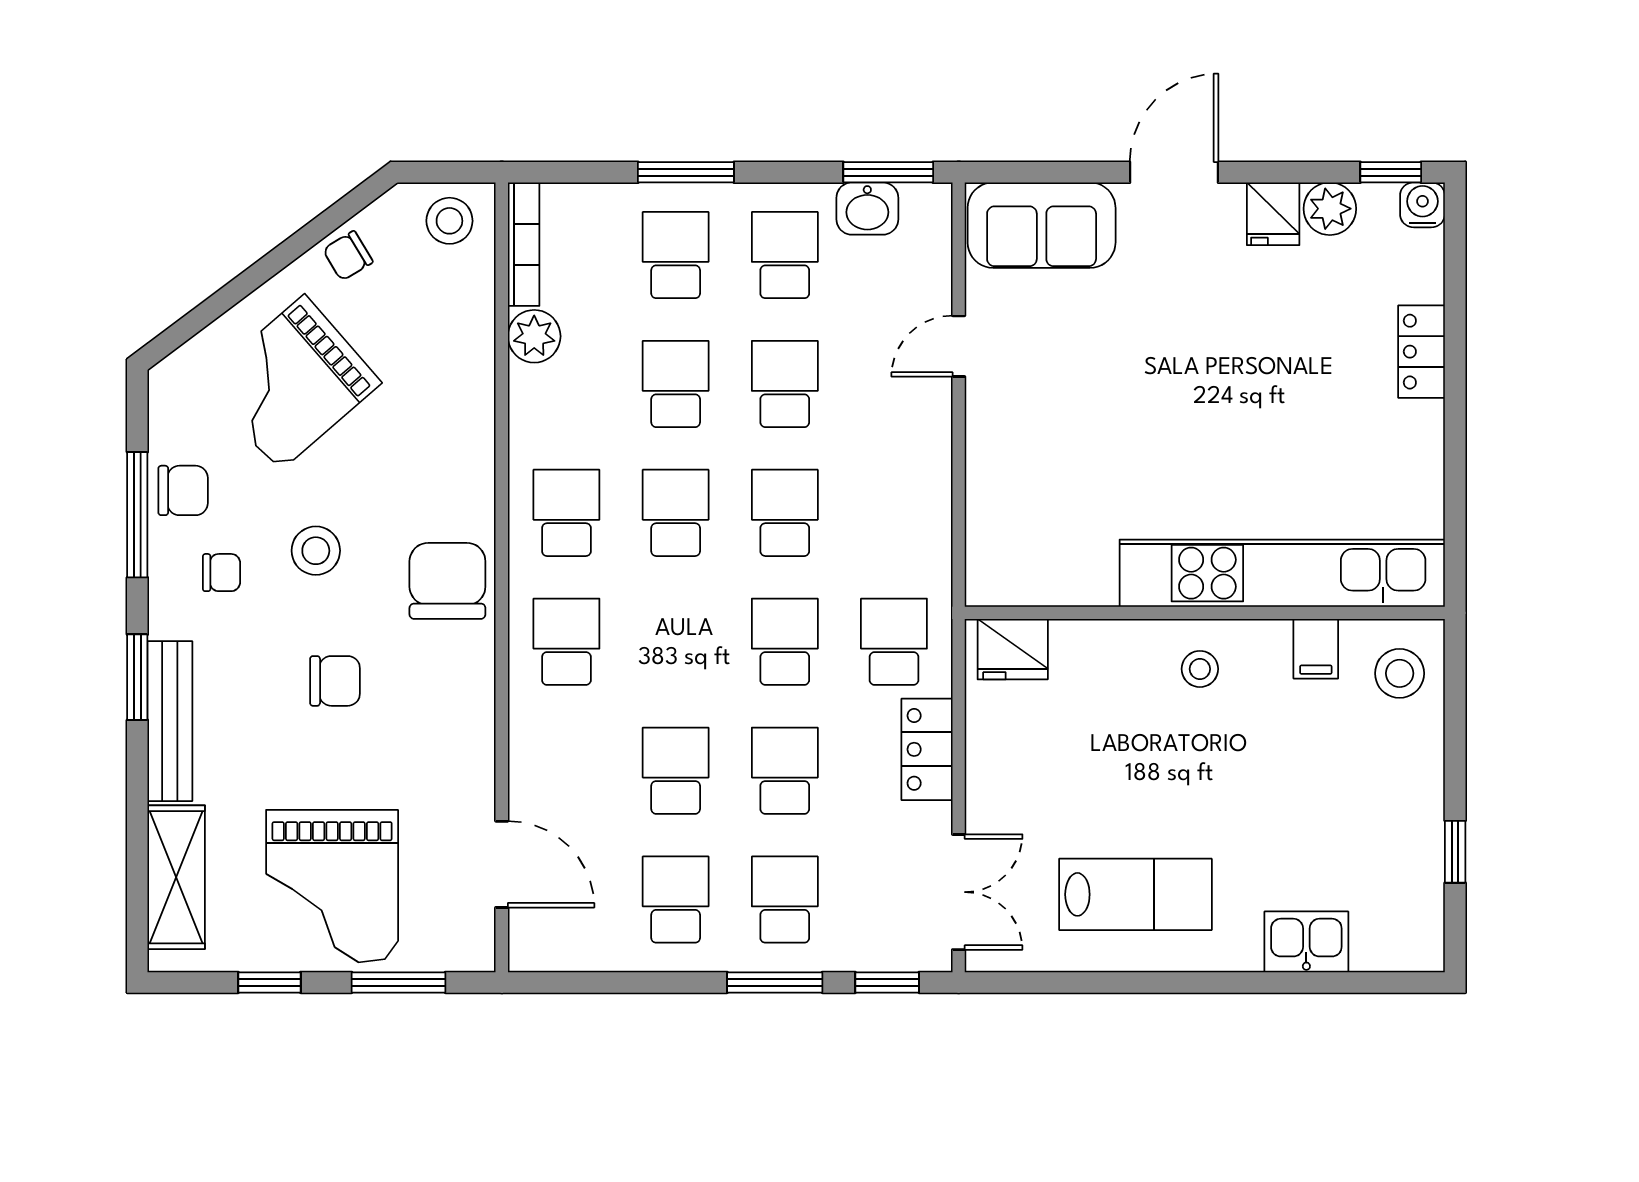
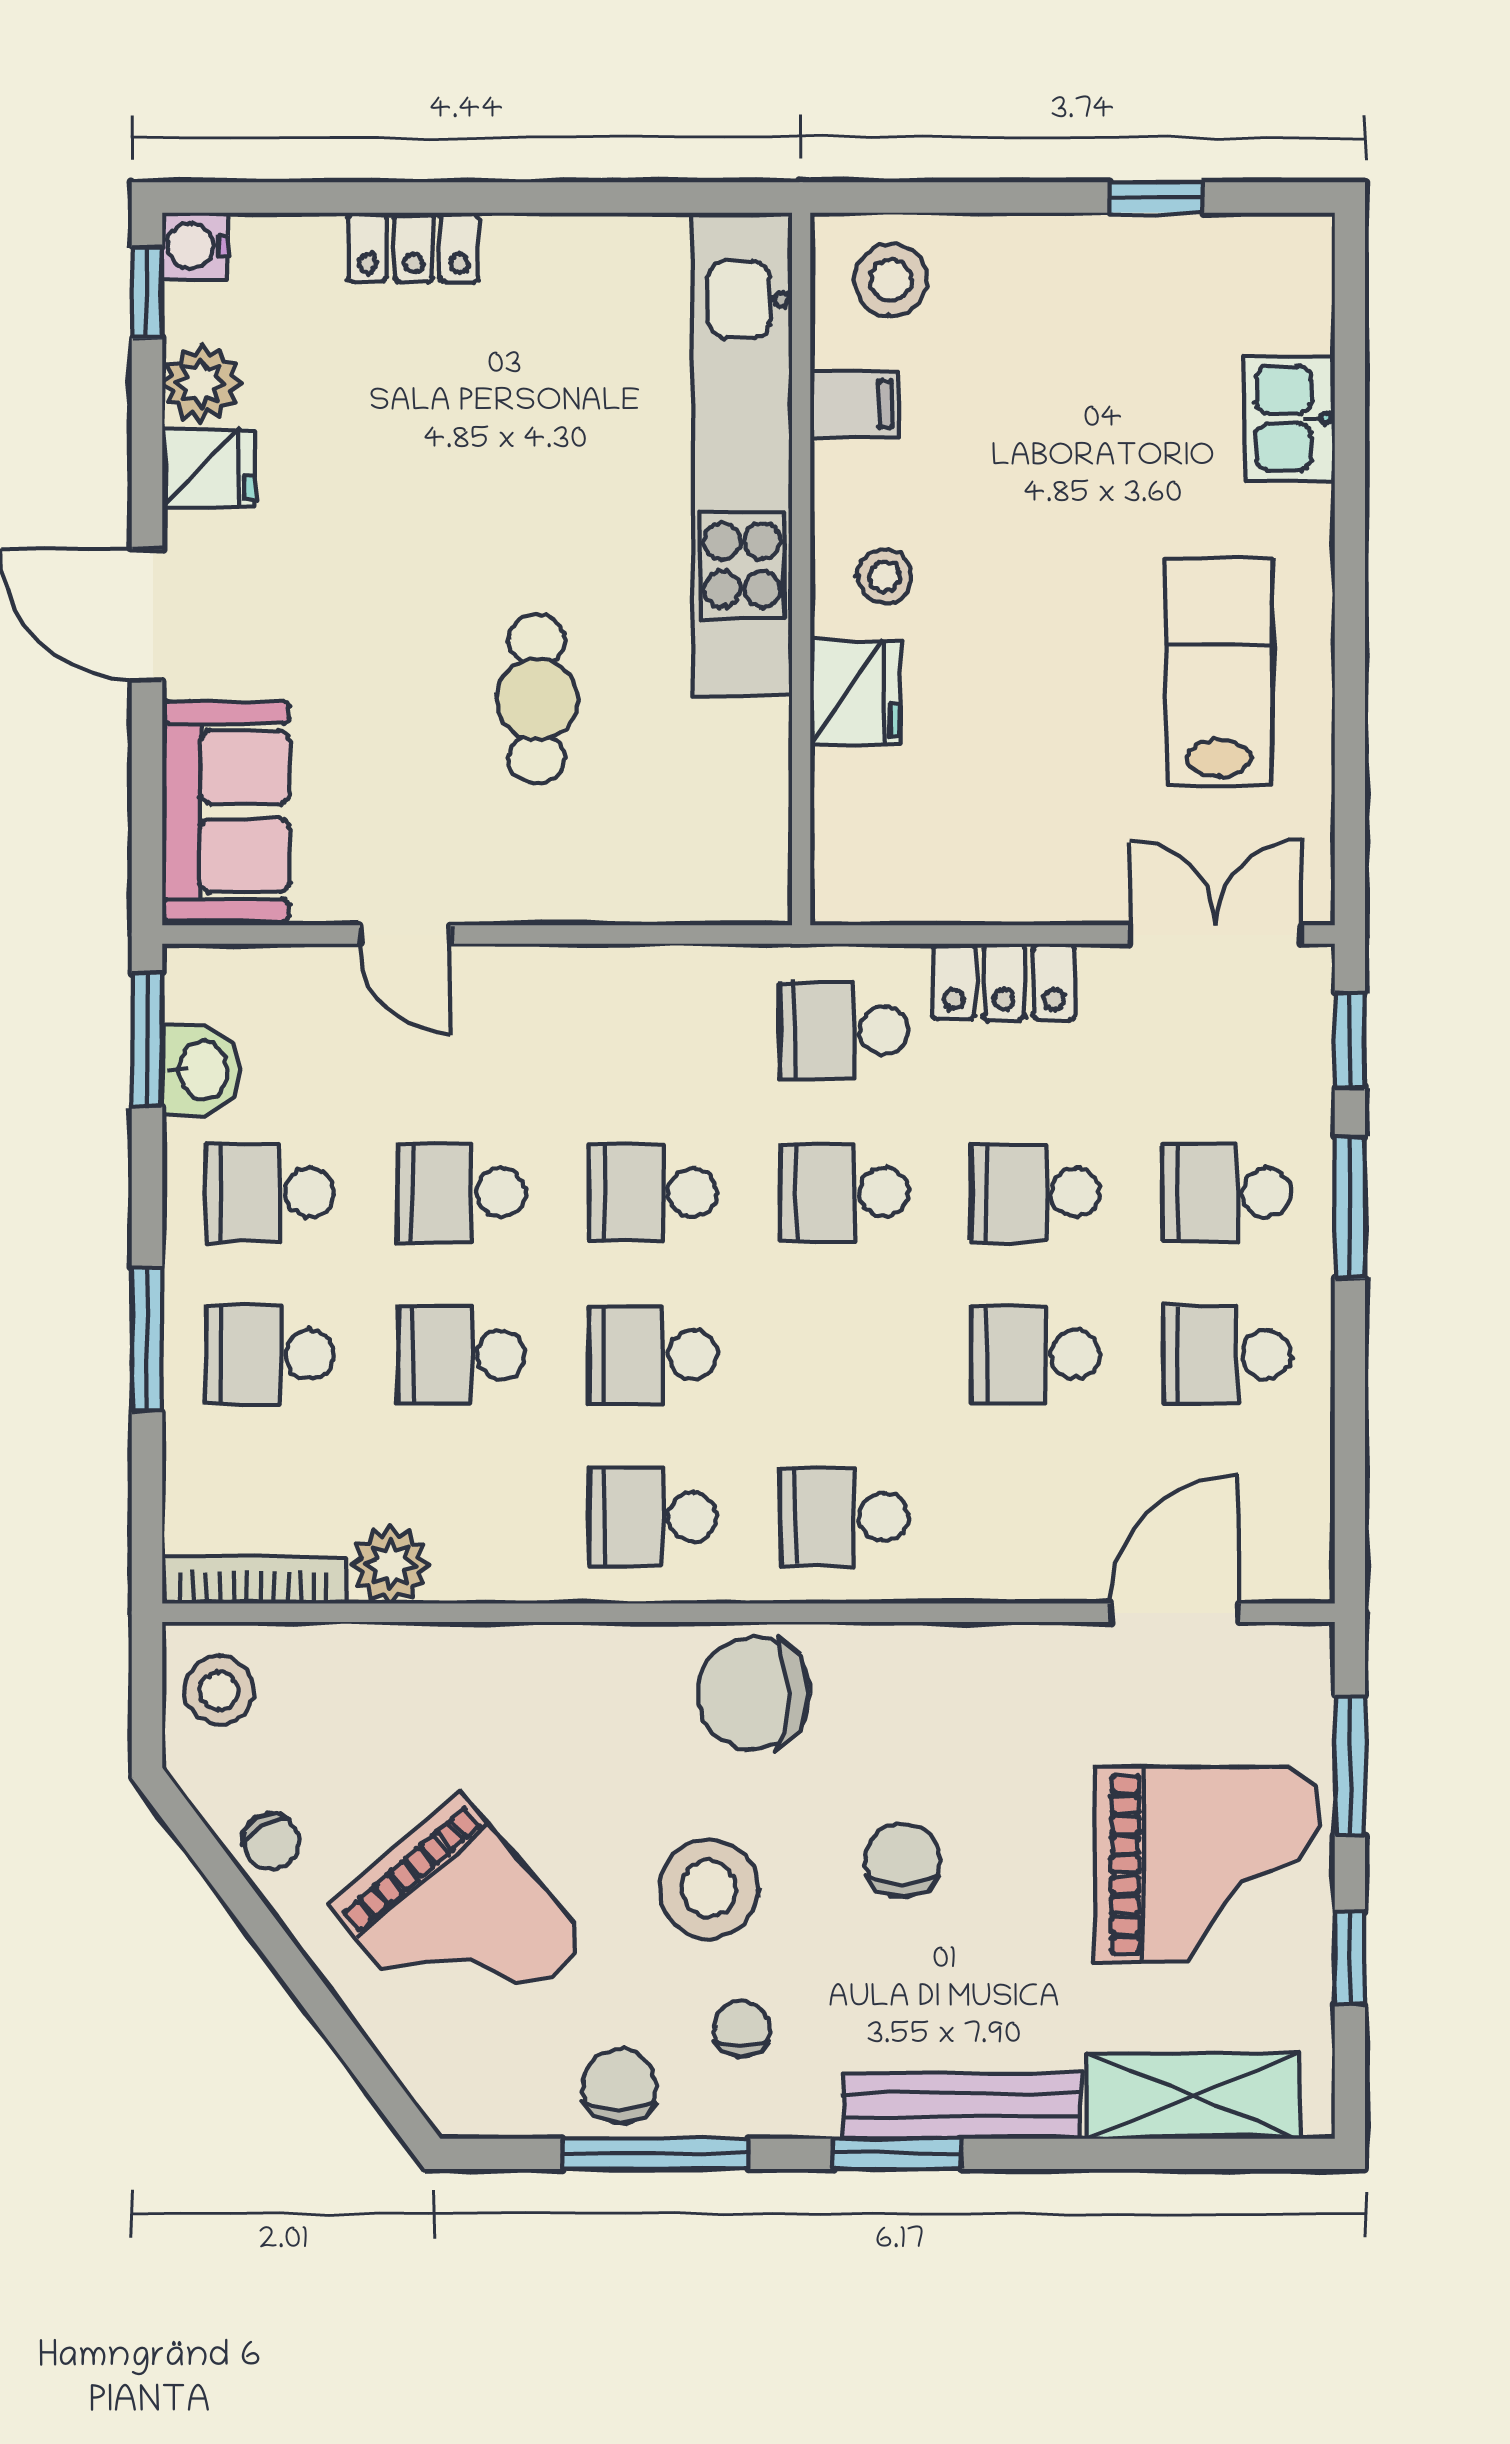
cafe table: (1117, 435) -> (537, 699), added
stool: (316, 551) -> (709, 1889), width x1.38, depth x1.38
fridge: (1013, 649) -> (855, 692), moved

